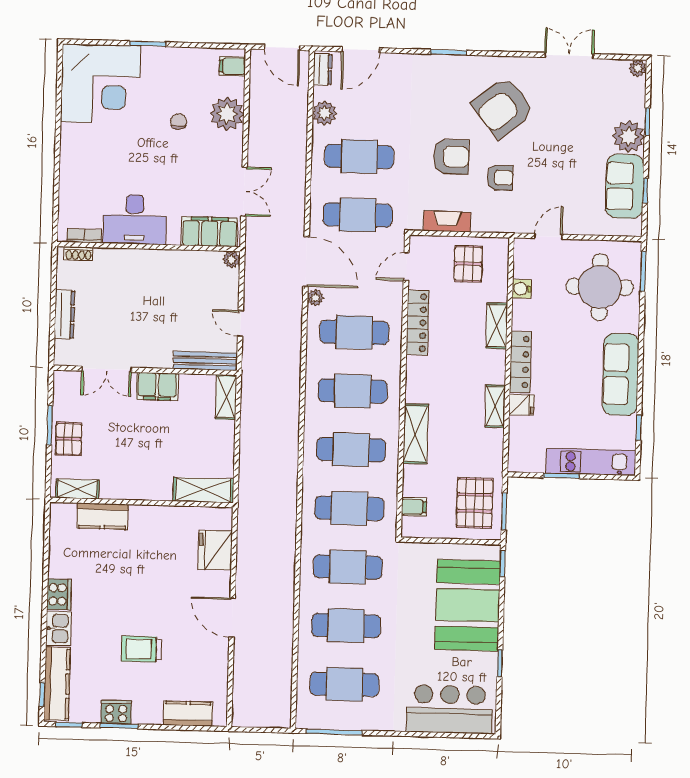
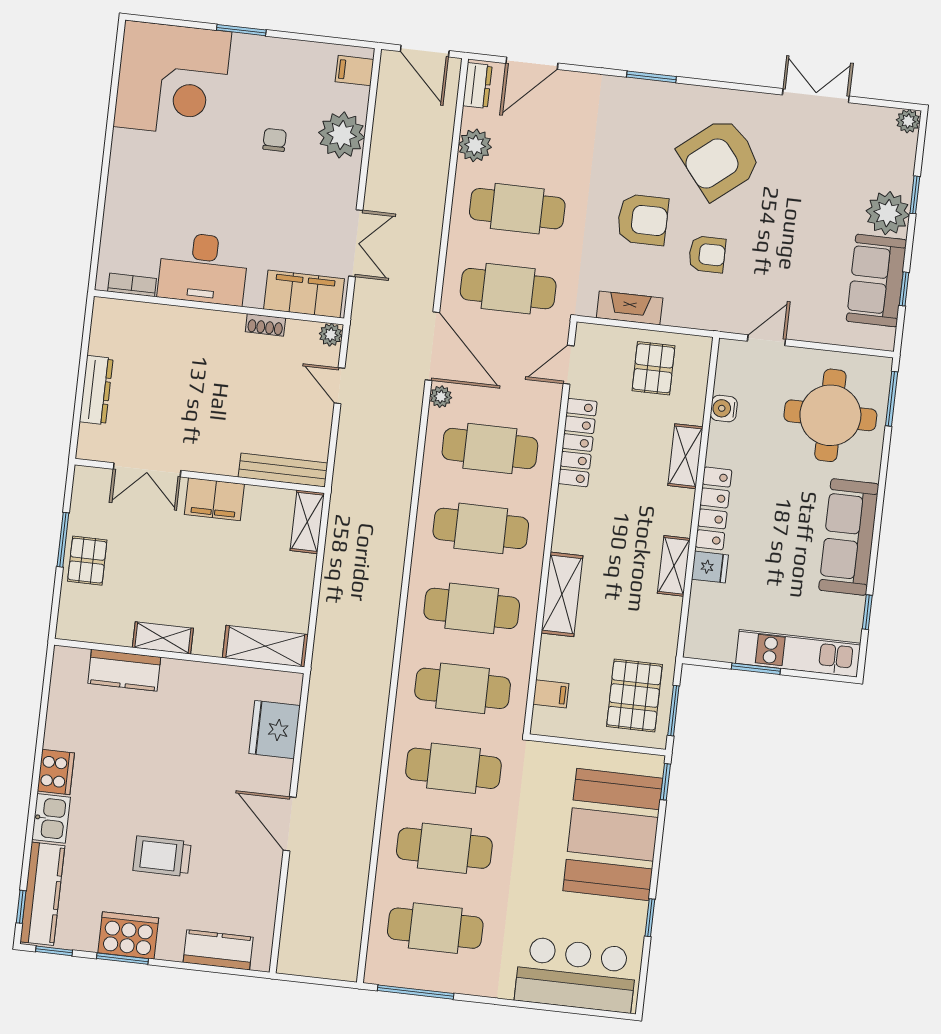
shoe rack: (79, 254) -> (265, 325), moved
door: (240, 323) -> (340, 386), moved
shelving: (77, 489) -> (163, 638), moved
cooker: (116, 712) -> (128, 935), width x1.37, depth x1.31

